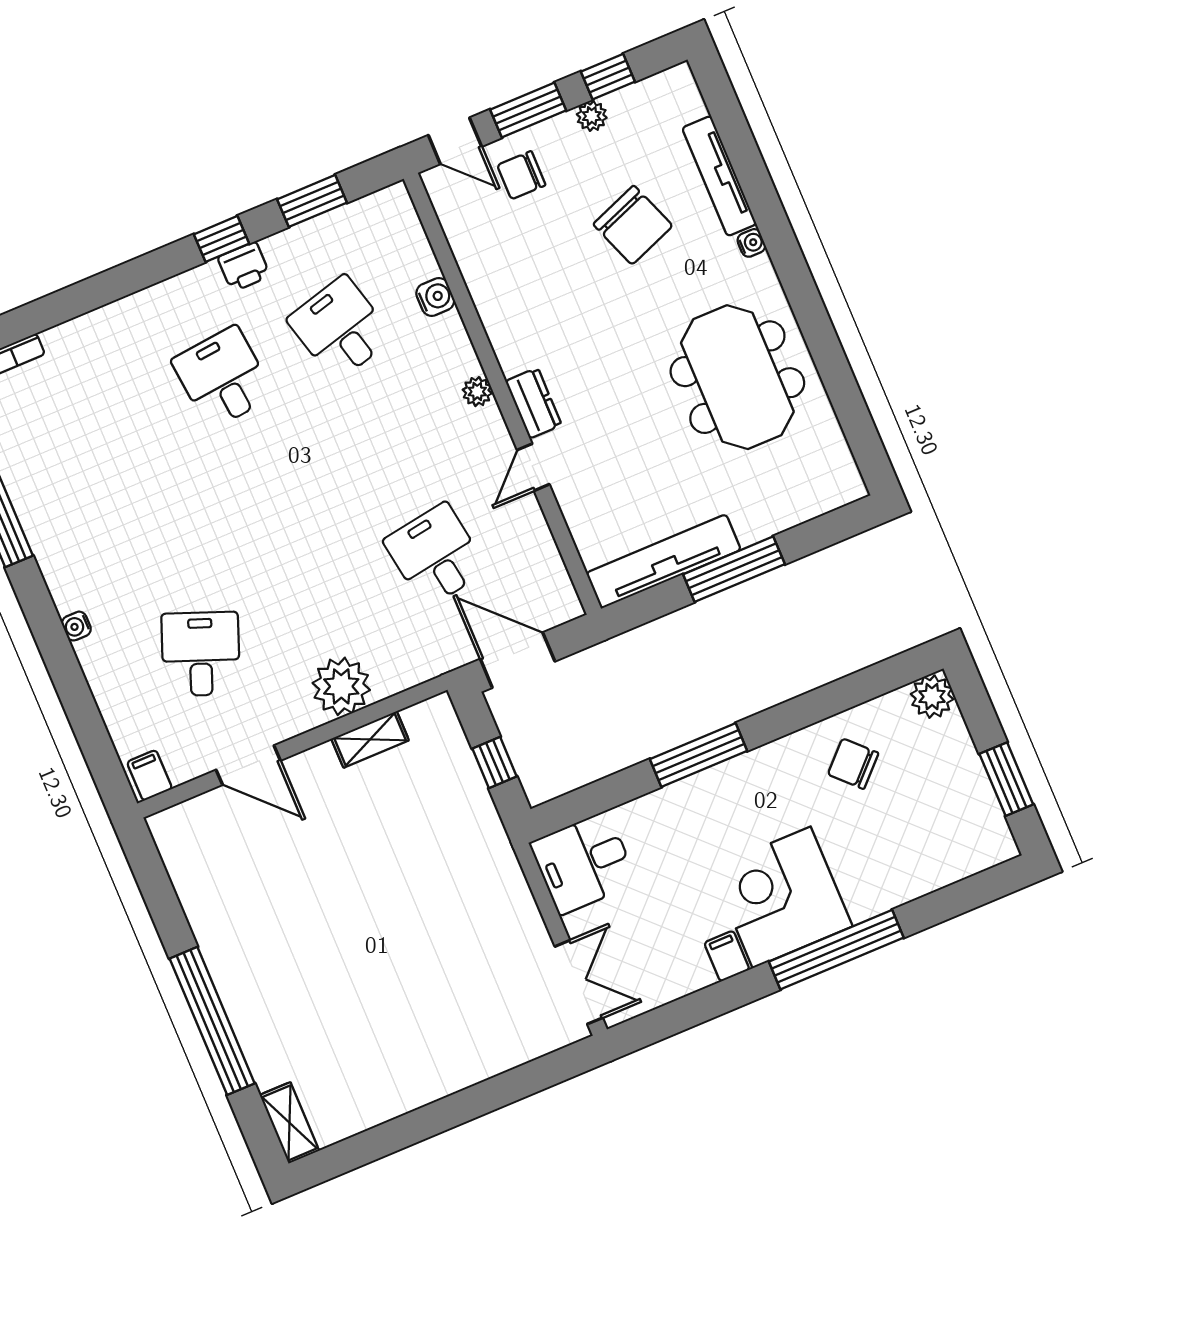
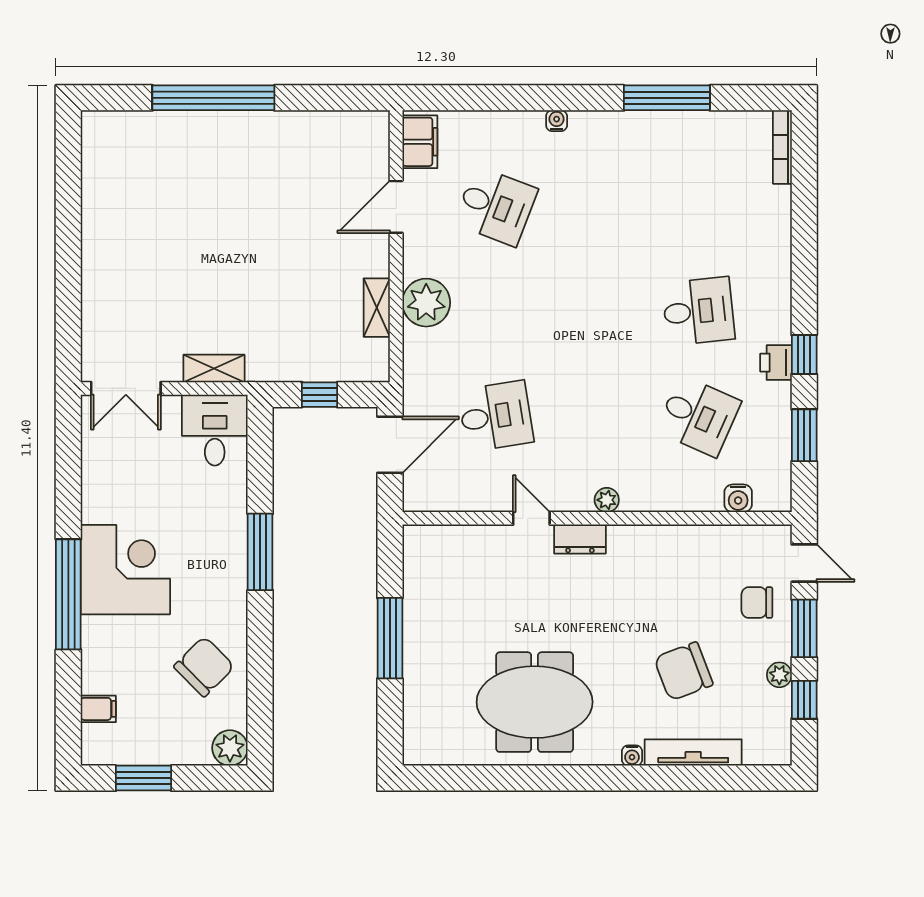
door: (455, 141) -> (804, 563), swing flipped
chair: (521, 175) -> (757, 603), turned -90
water cooler: (435, 297) -> (738, 498), moved
desk: (340, 328) -> (698, 416), turned 39
tv unit: (663, 561) -> (418, 587), removed
chair: (853, 764) -> (204, 667), width x1.37, depth x1.37
filing cabinet: (150, 775) -> (420, 142), width x2.00
filing cabinet: (727, 956) -> (98, 709), moved
shelving: (289, 1123) -> (214, 368), moved

